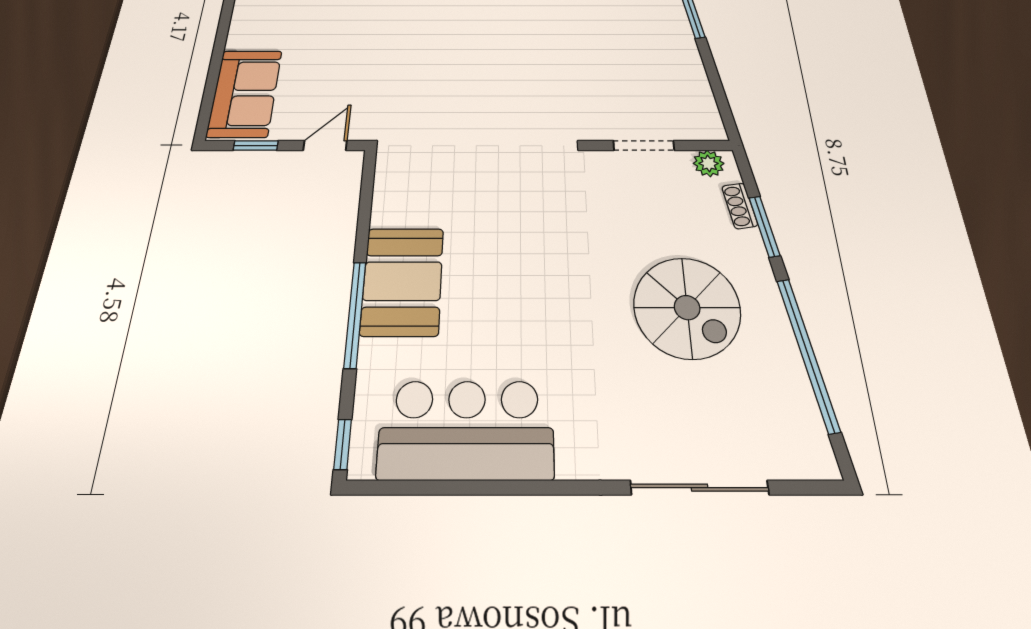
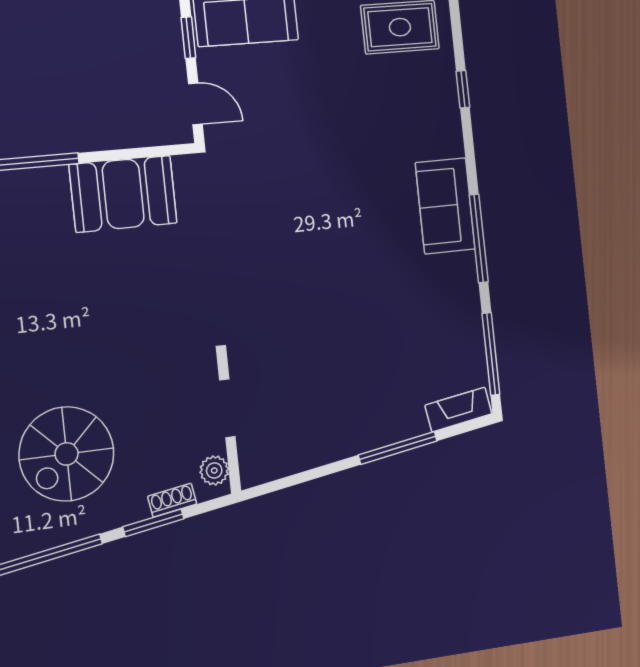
booth: (402, 281) -> (123, 194), moved

